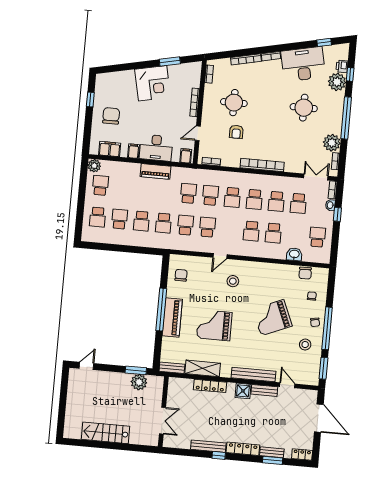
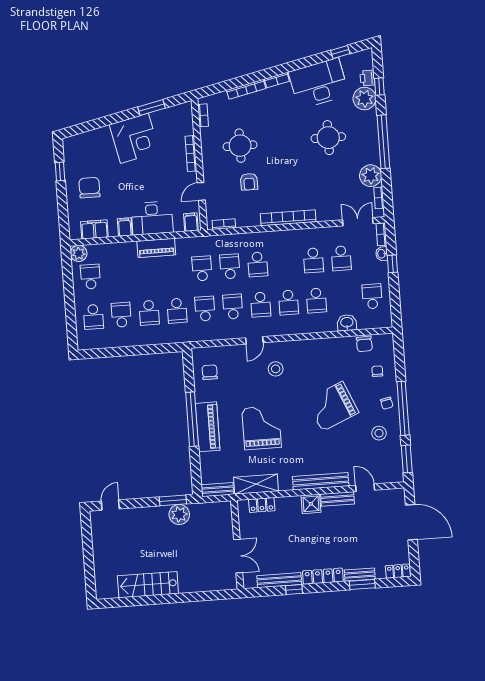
school desk: (254, 199) -> (261, 305), moved
grand piano: (214, 325) -> (262, 428), turned 90
locker: (210, 386) -> (262, 505), width x0.66
wall: (163, 412) -> (237, 545), moved
double door: (162, 421) -> (238, 556), moved

